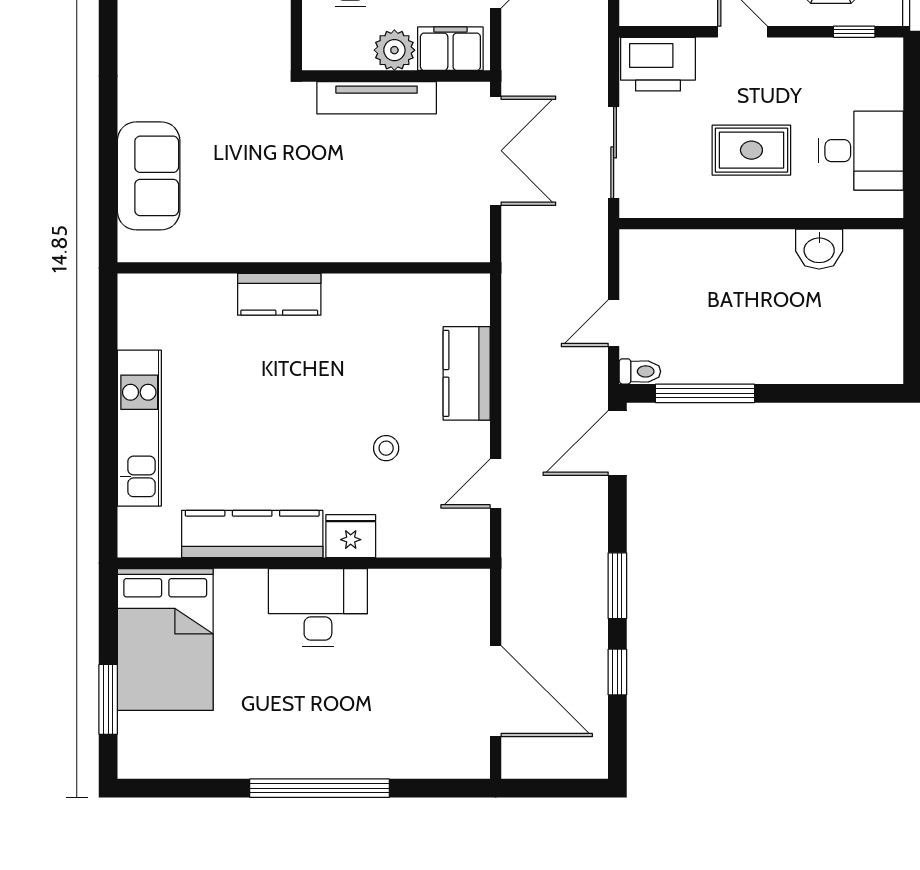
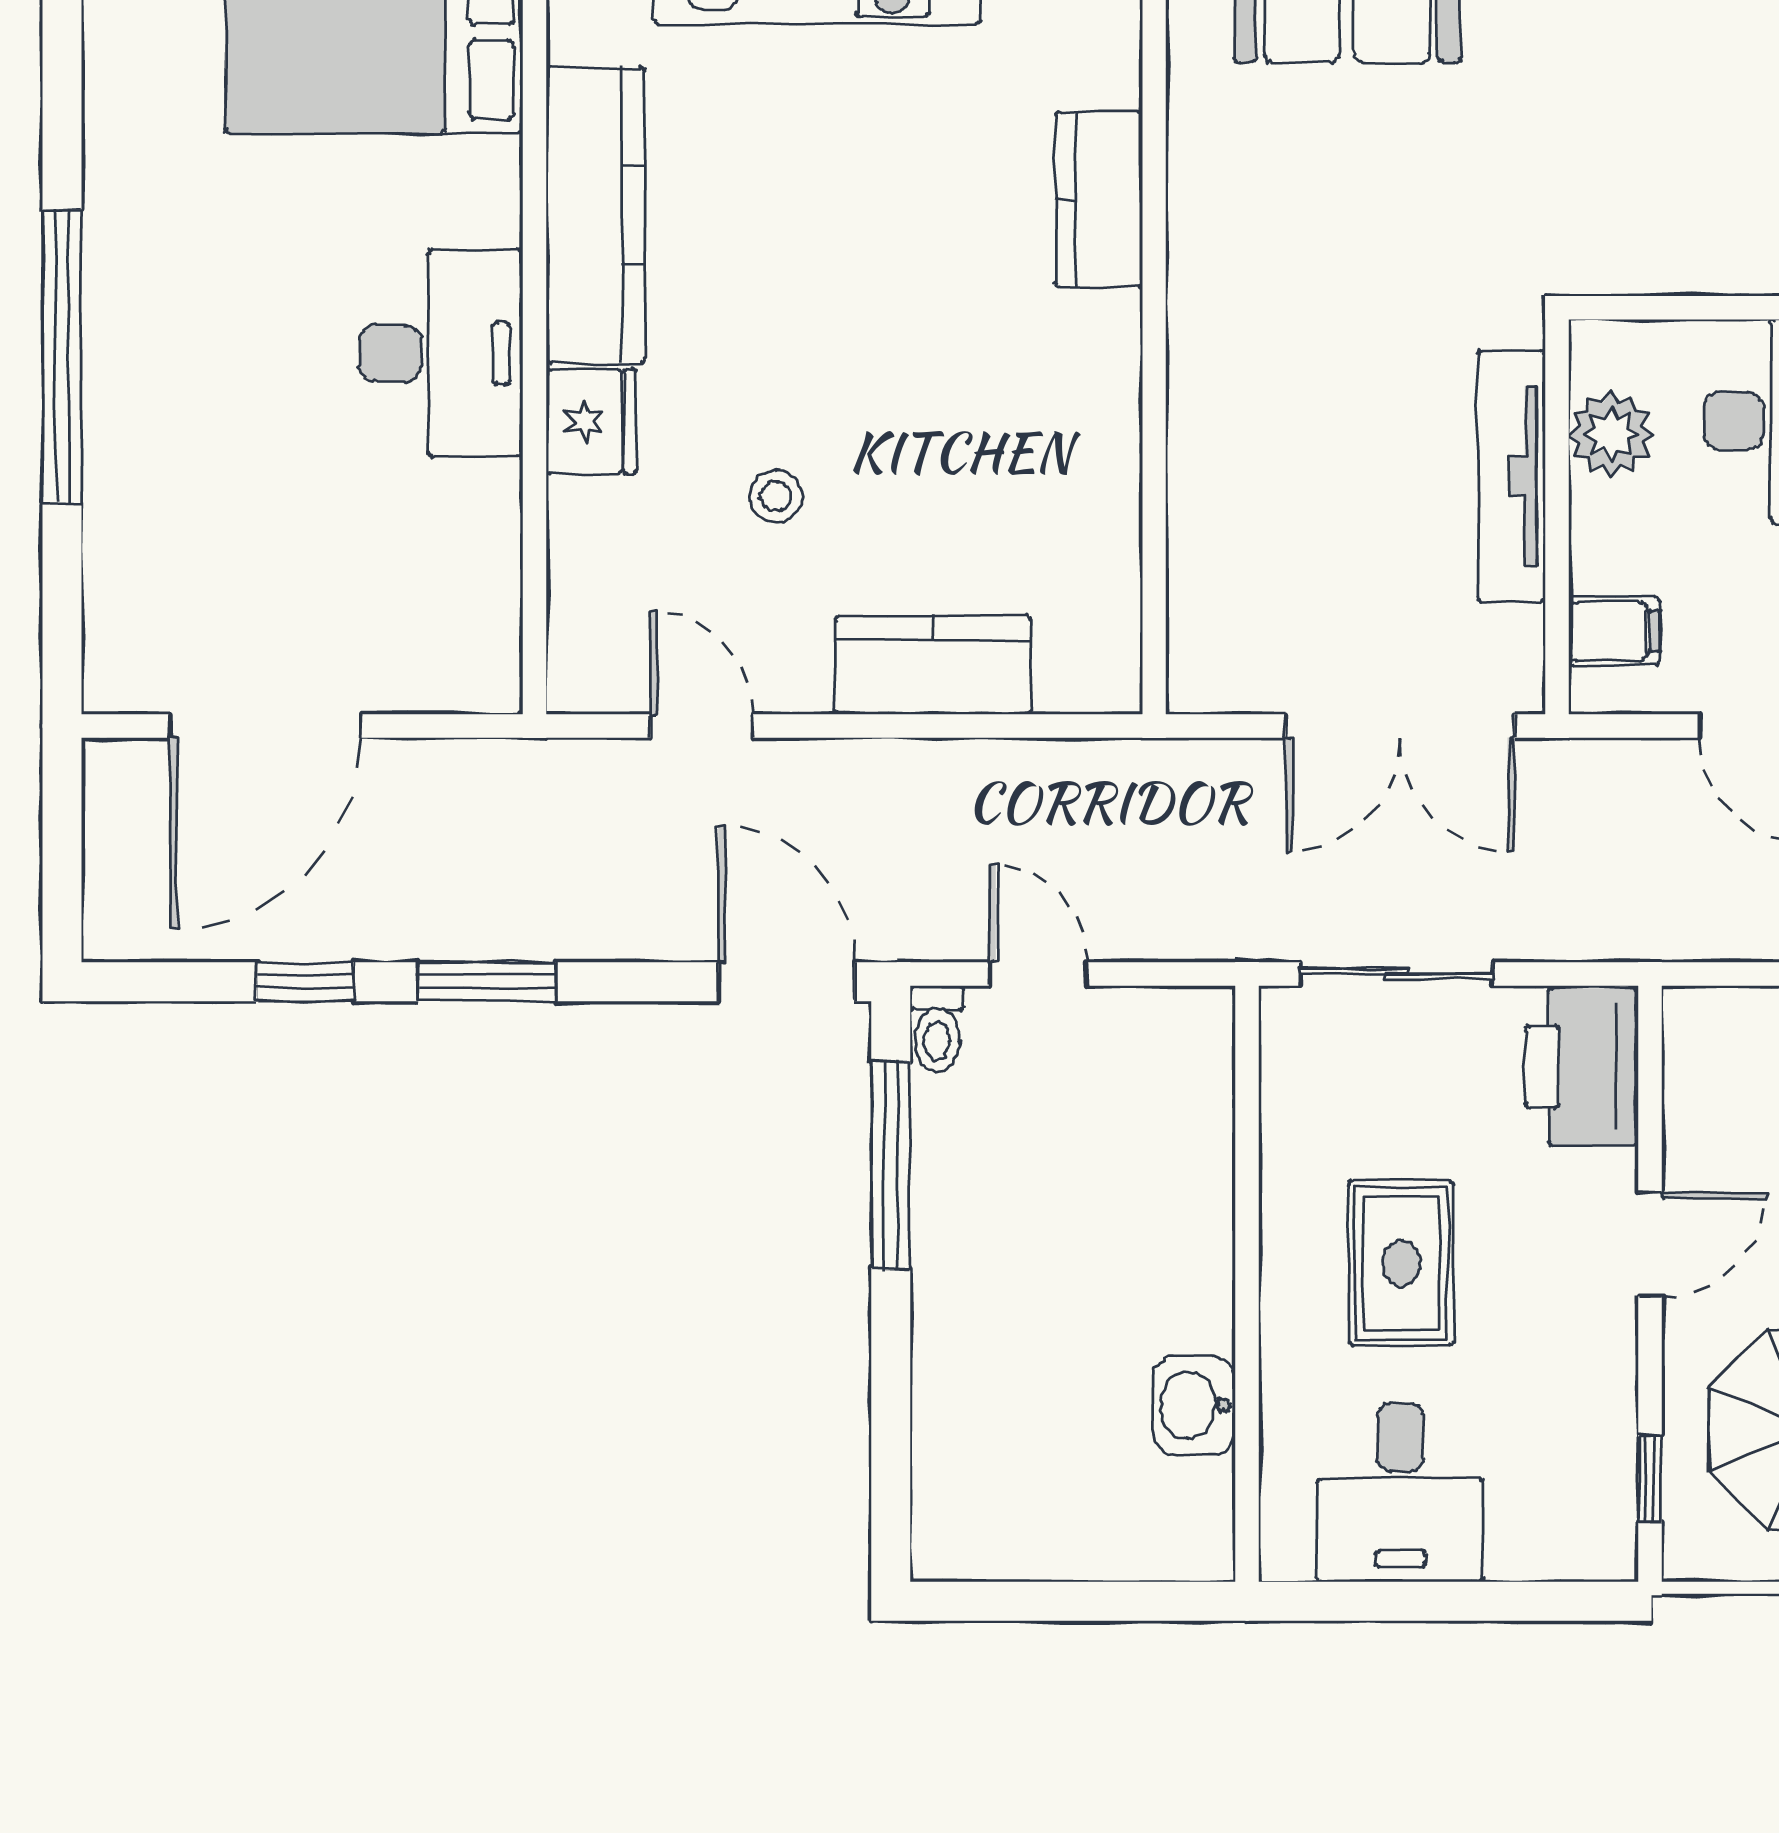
filing cabinet: (450, 49) -> (1614, 631), width x0.50
plant: (394, 50) -> (1611, 434), moved
kitchen counter: (279, 294) -> (1099, 199), moved

